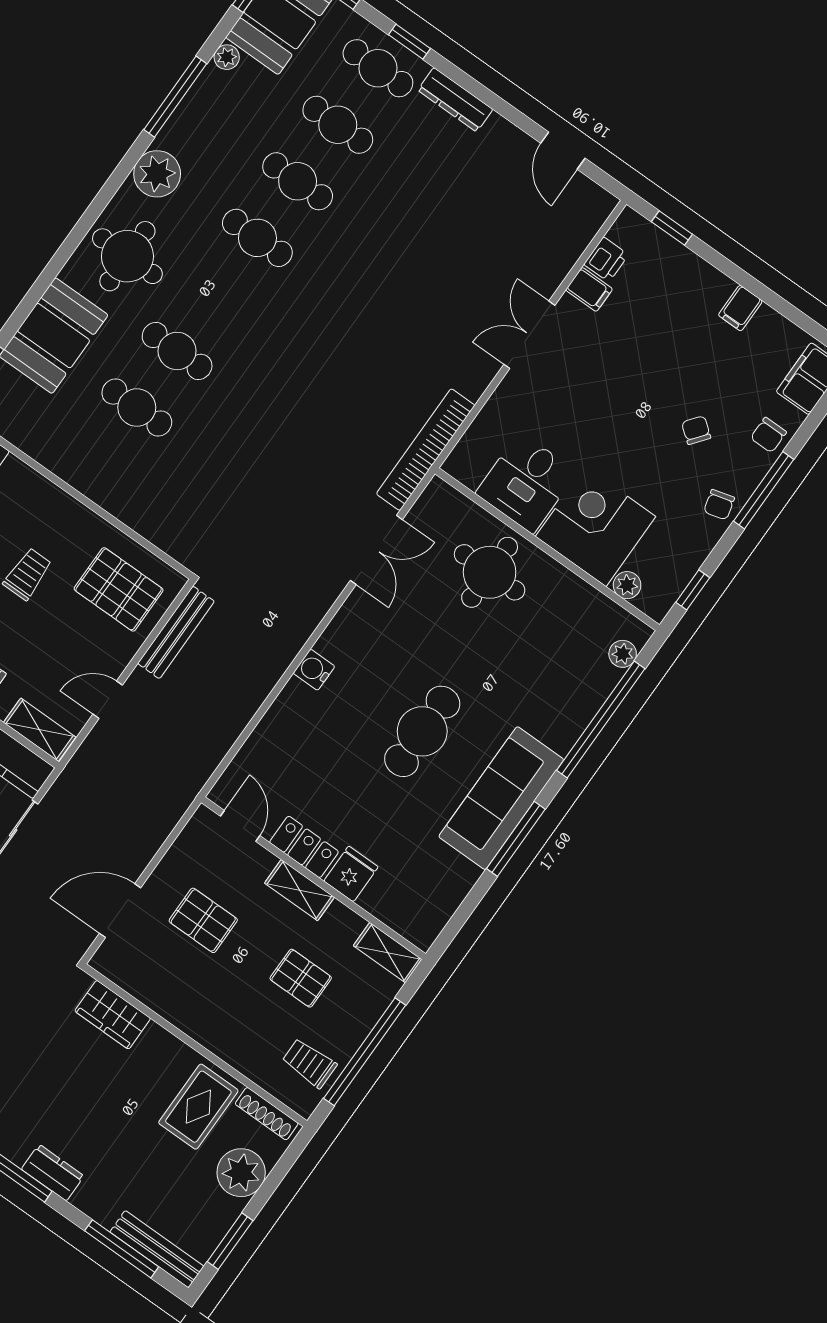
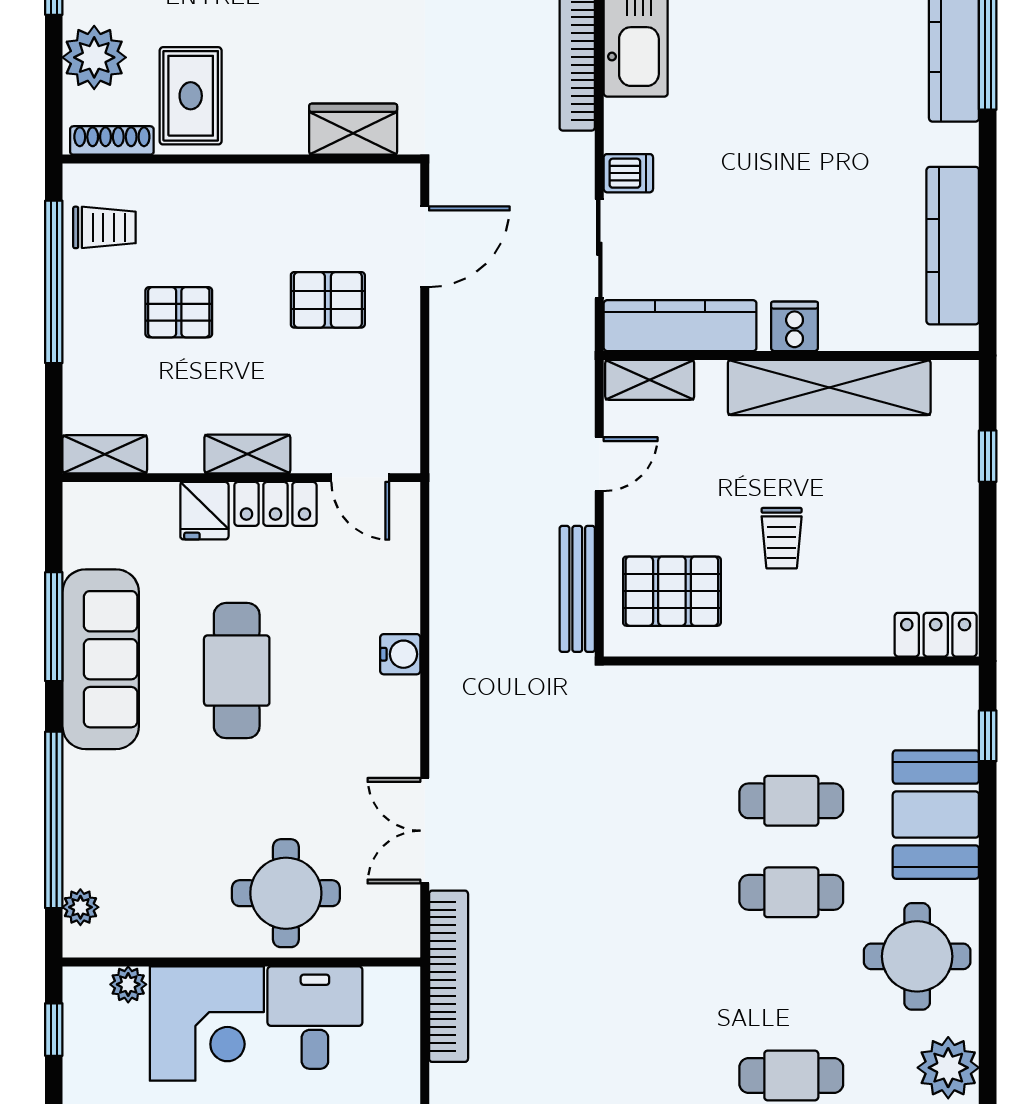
door: (240, 826) -> (360, 478), moved
locker: (304, 847) -> (275, 504), moved
fridge: (351, 874) -> (204, 511), moved
wall: (314, 878) -> (241, 478), moved
shelving: (299, 890) -> (247, 454), moved
shelving: (388, 953) -> (105, 454), moved

